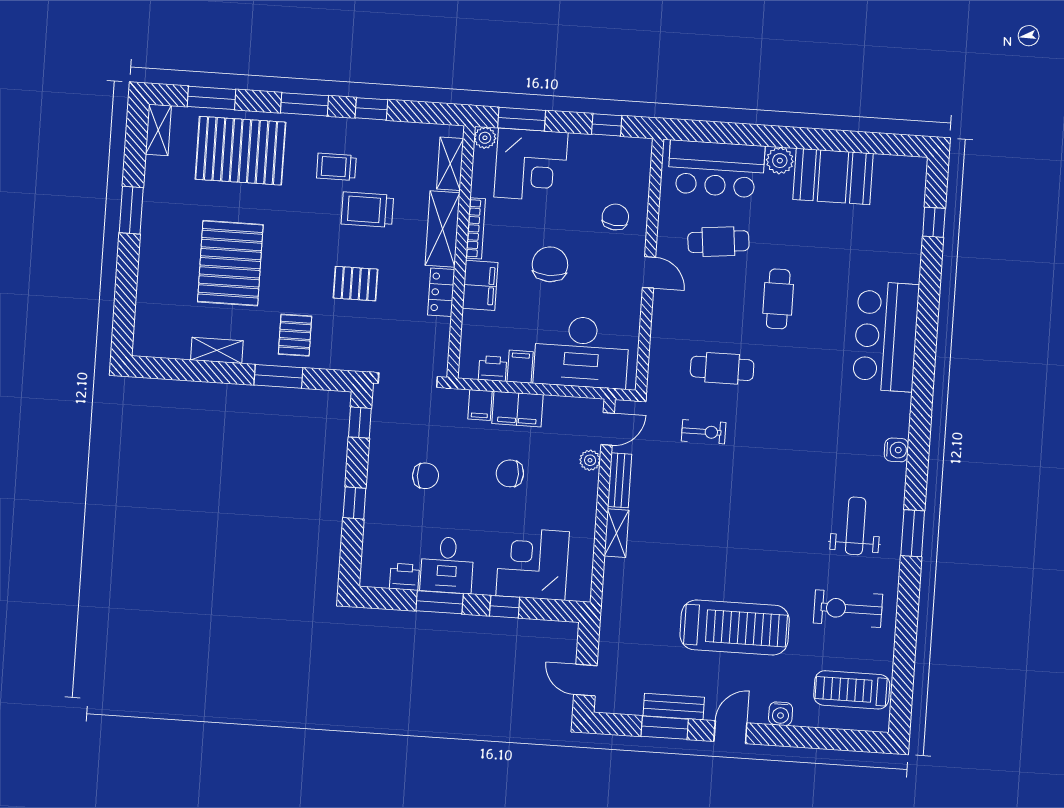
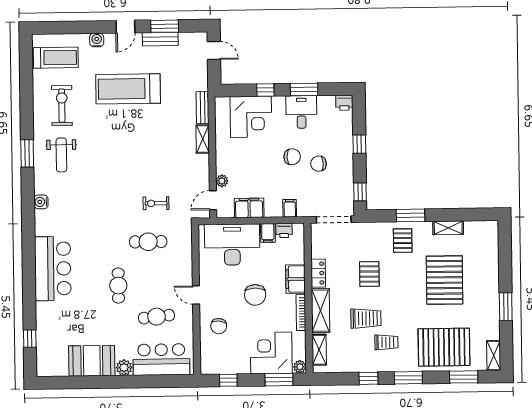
pallet: (355, 284) -> (369, 274), turned 90
filing cabinet: (518, 409) -> (249, 208), moved
chair: (510, 473) -> (292, 157), moved
bench: (620, 480) -> (203, 108), moved
printer: (404, 577) -> (344, 103), moved
exercise bike: (848, 609) -> (62, 106), turned -90

